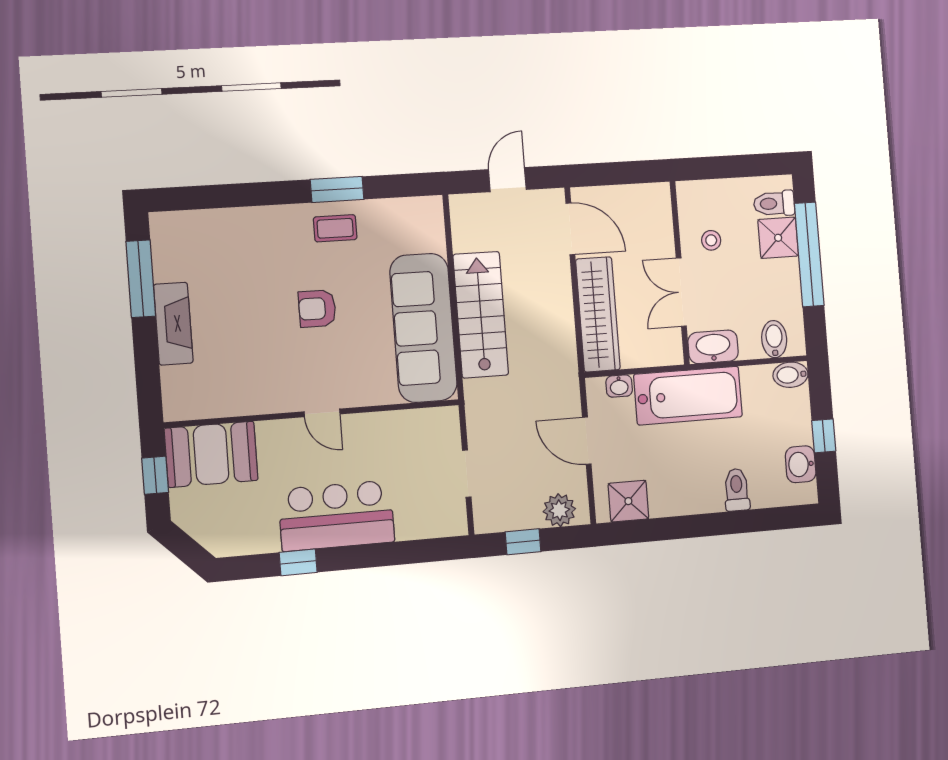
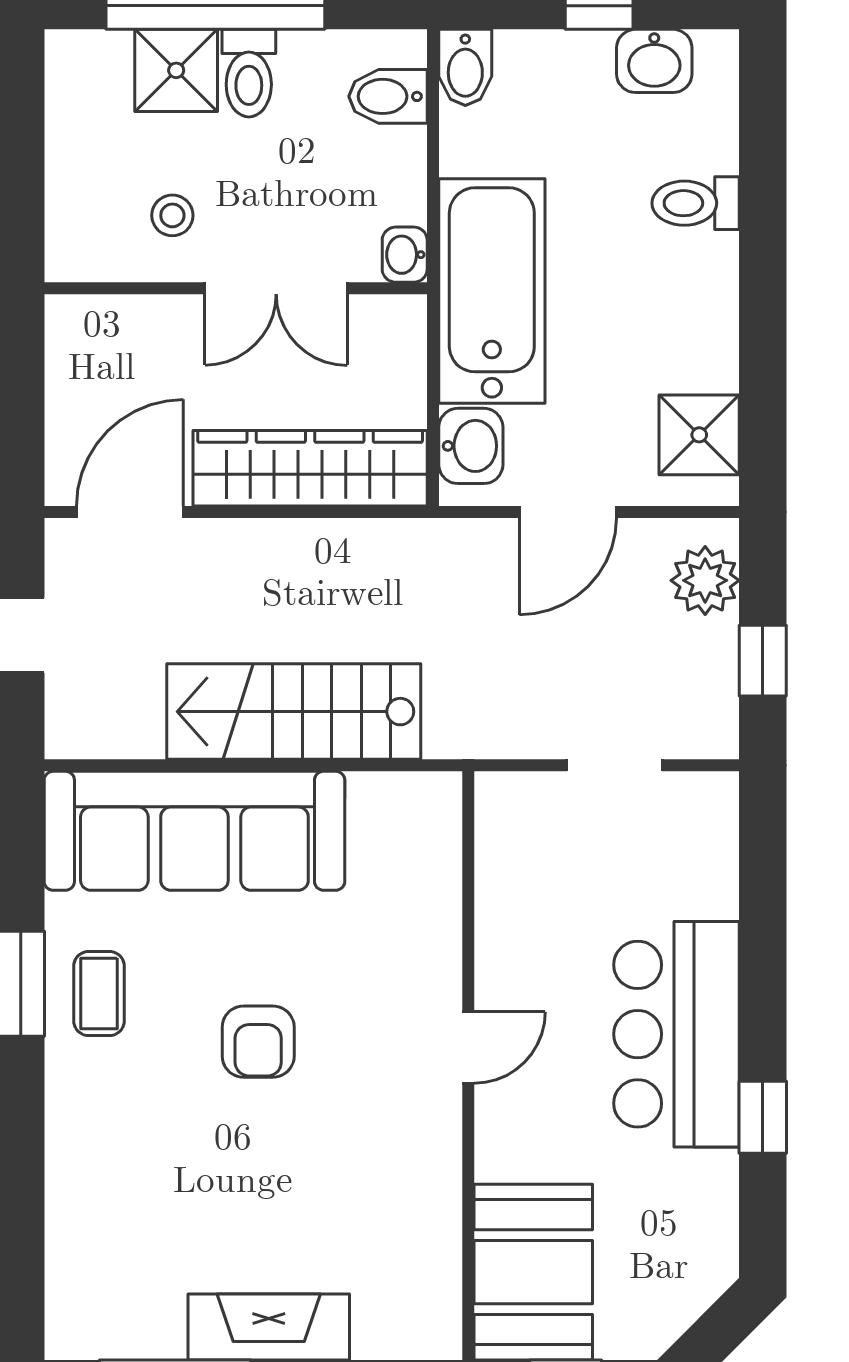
toilet: (774, 203) -> (249, 73), moved
sofa: (423, 328) -> (194, 831), moved
washbasin: (713, 347) -> (405, 255), width x0.52, depth x0.69
washbasin: (619, 386) -> (471, 446), width x1.38, depth x1.45

